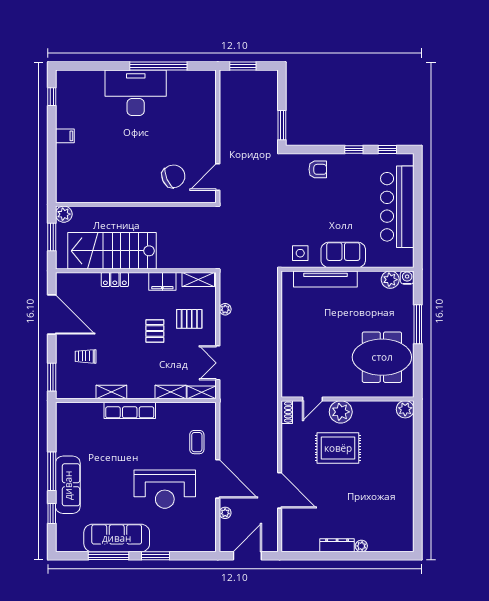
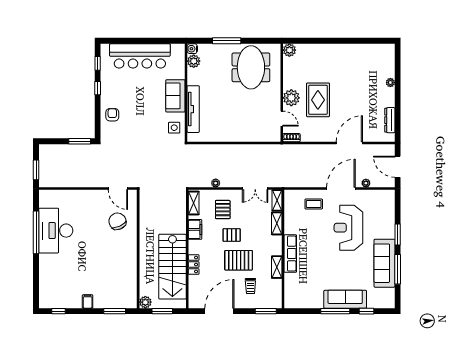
desk: (136, 93) -> (56, 231), moved
window: (52, 173) -> (115, 311), added
pallet: (121, 340) -> (239, 260), added
reception desk: (165, 489) -> (348, 228), turned 180
dresser: (337, 545) -> (390, 120), moved

